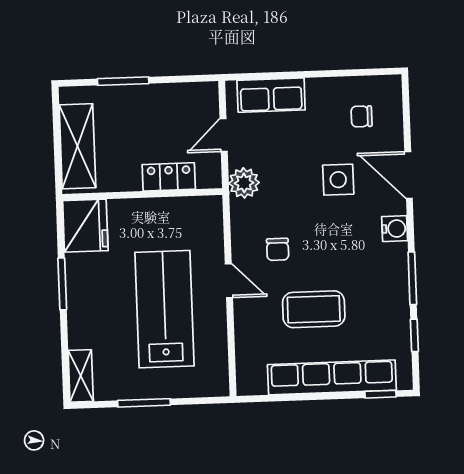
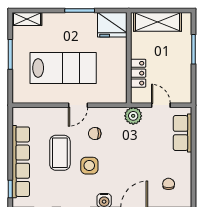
side table: (338, 180) -> (89, 166), moved

